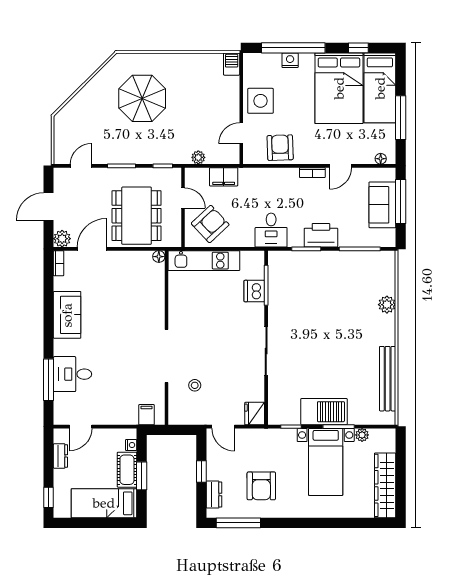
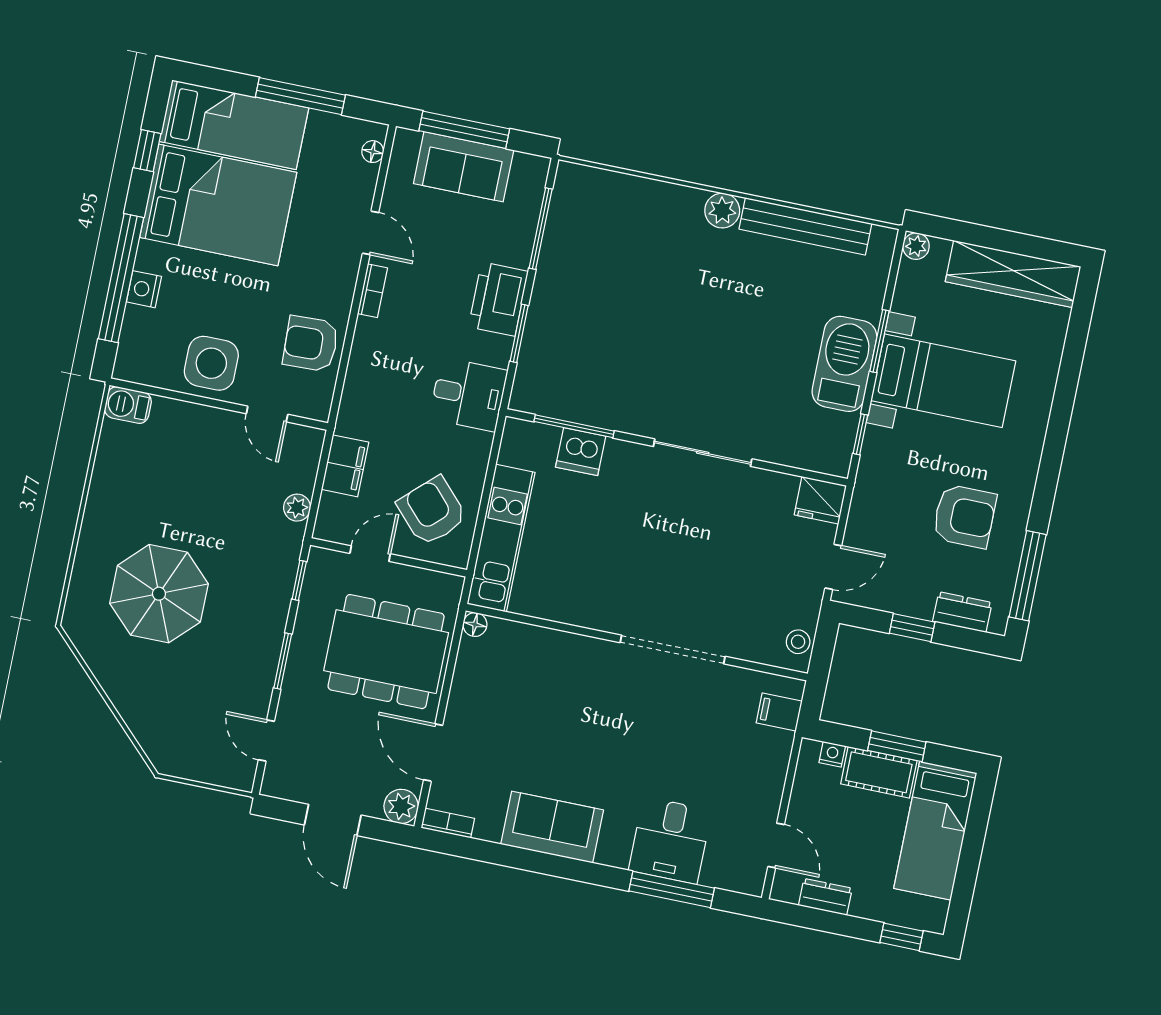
plant: (387, 305) -> (722, 211), moved
stool: (195, 385) -> (798, 642), moved
plant: (362, 435) -> (916, 246), moved

